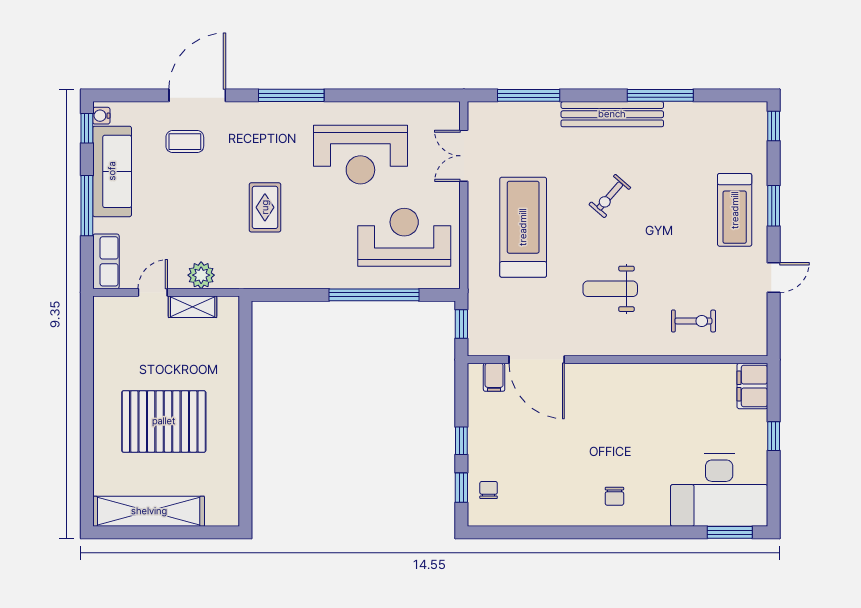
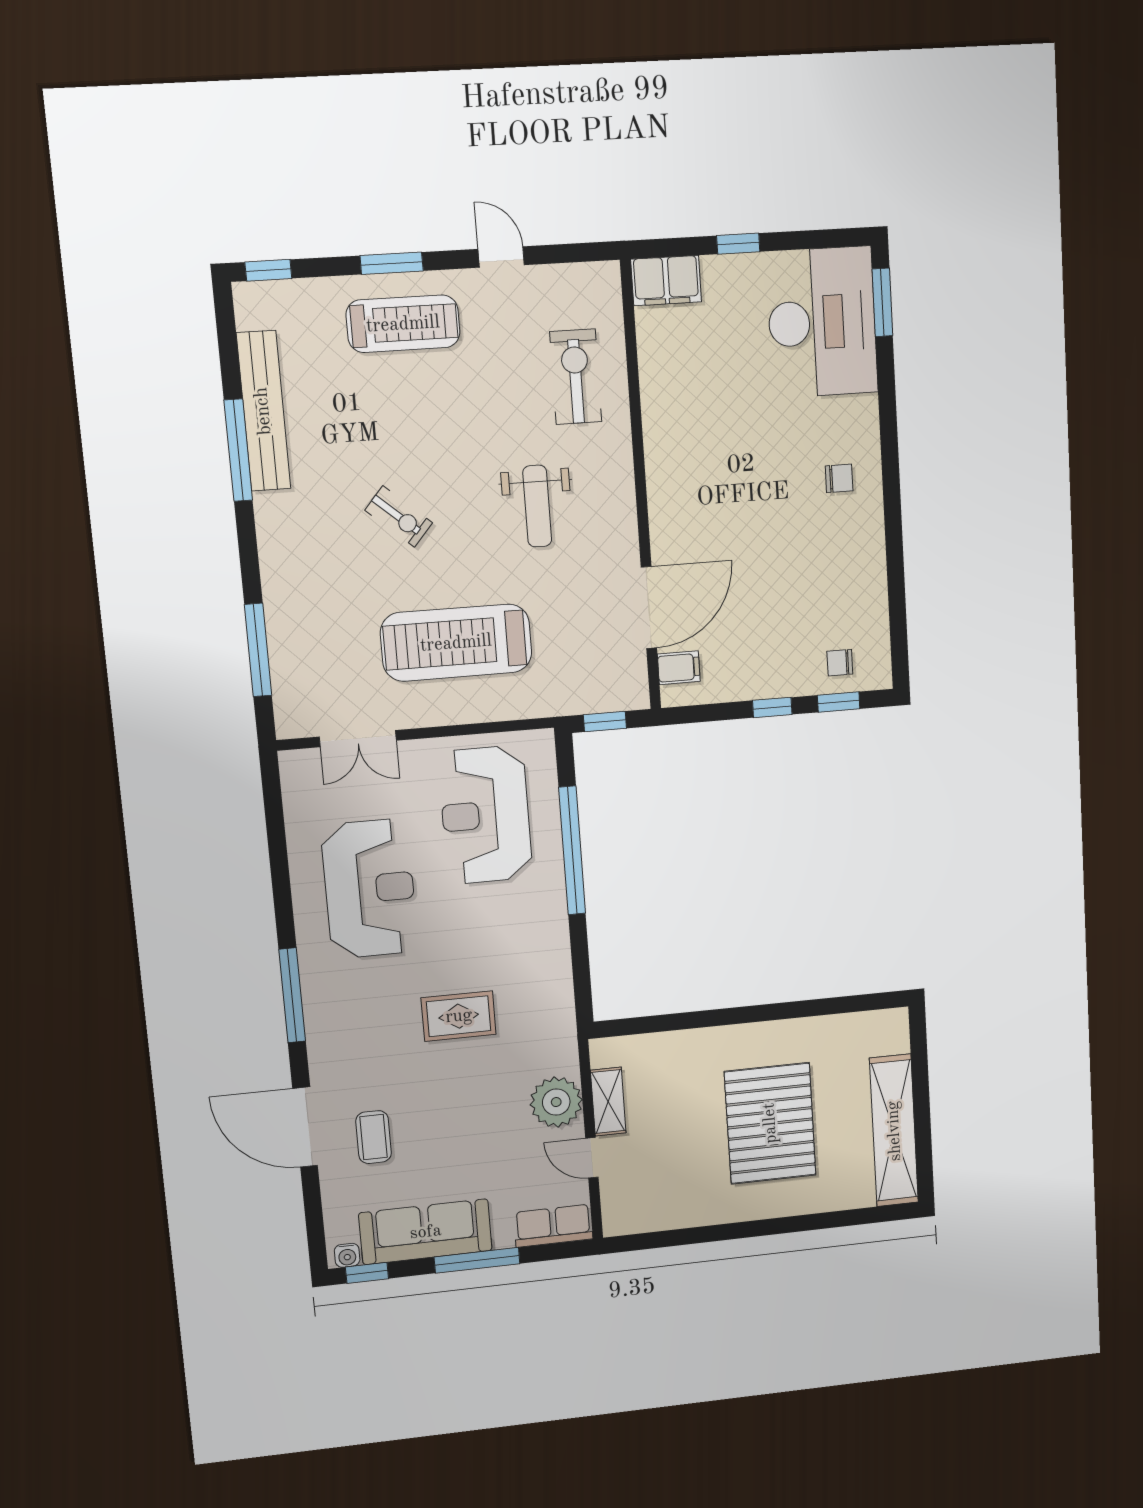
bench: (612, 114) -> (263, 411), moved
plant: (201, 275) -> (556, 1102), width x1.36, depth x1.36
exercise bike: (693, 321) -> (576, 377), width x1.38, depth x1.39

